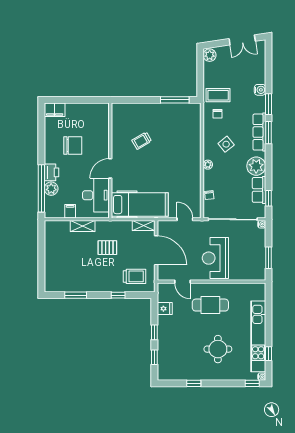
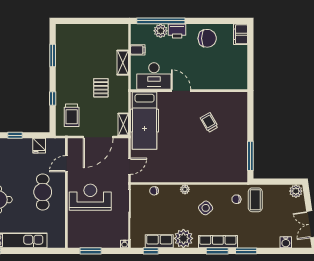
water cooler: (260, 90) -> (286, 242), moved
chair: (73, 145) -> (207, 38), moved, turned -90

